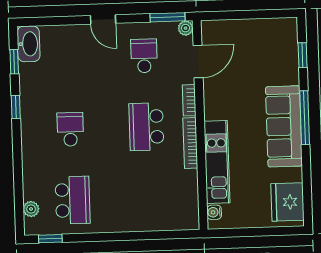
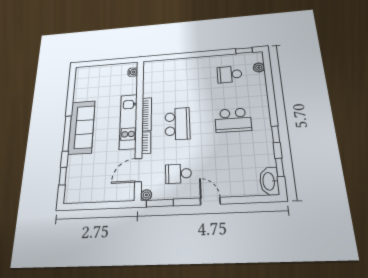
school desk: (144, 56) -> (178, 174), turned 90
school desk: (70, 129) -> (233, 120), width x1.85
kitchen unit: (217, 162) -> (128, 122), moved
school desk: (73, 200) -> (229, 74), width x0.54
fridge: (287, 202) -> (85, 81), removed

